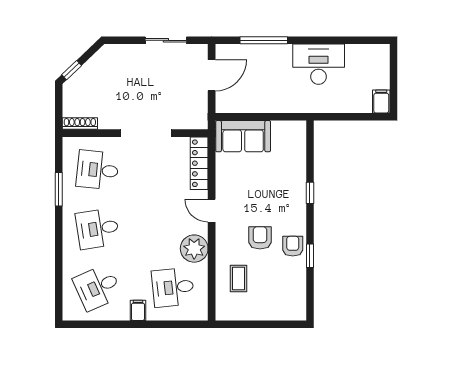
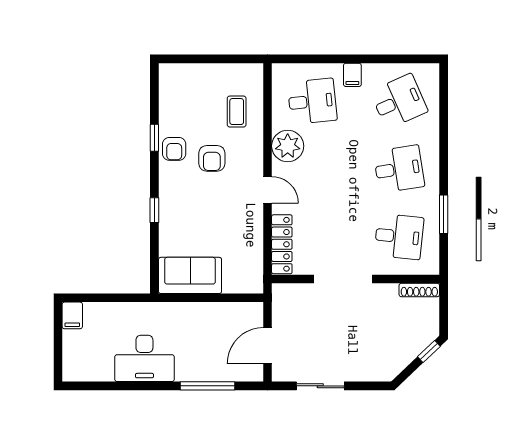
sofa: (243, 136) -> (190, 275), moved

